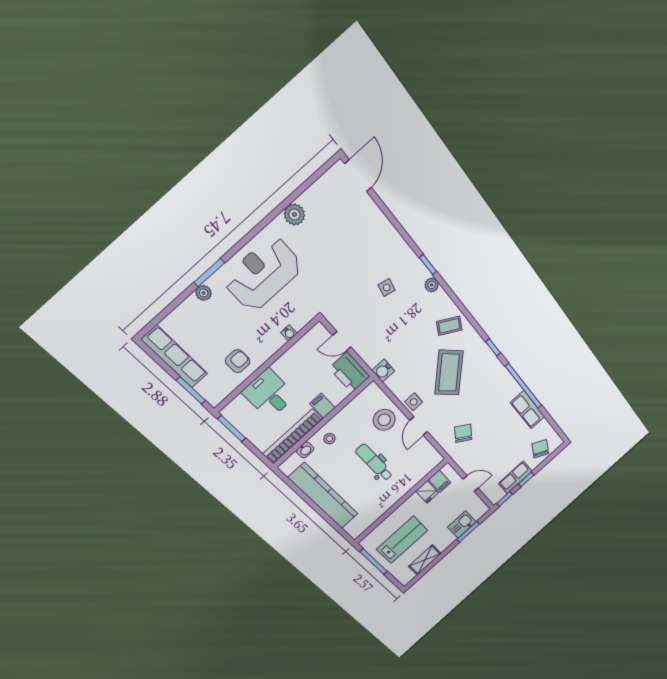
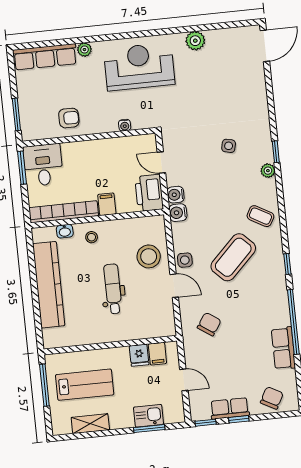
window: (209, 273) -> (100, 38), removed
row of seats: (175, 357) -> (45, 57), moved, turned 90
water cooler: (371, 358) -> (176, 195), added
desk: (269, 394) -> (43, 165), moved
door: (419, 426) -> (174, 286), swing flipped

